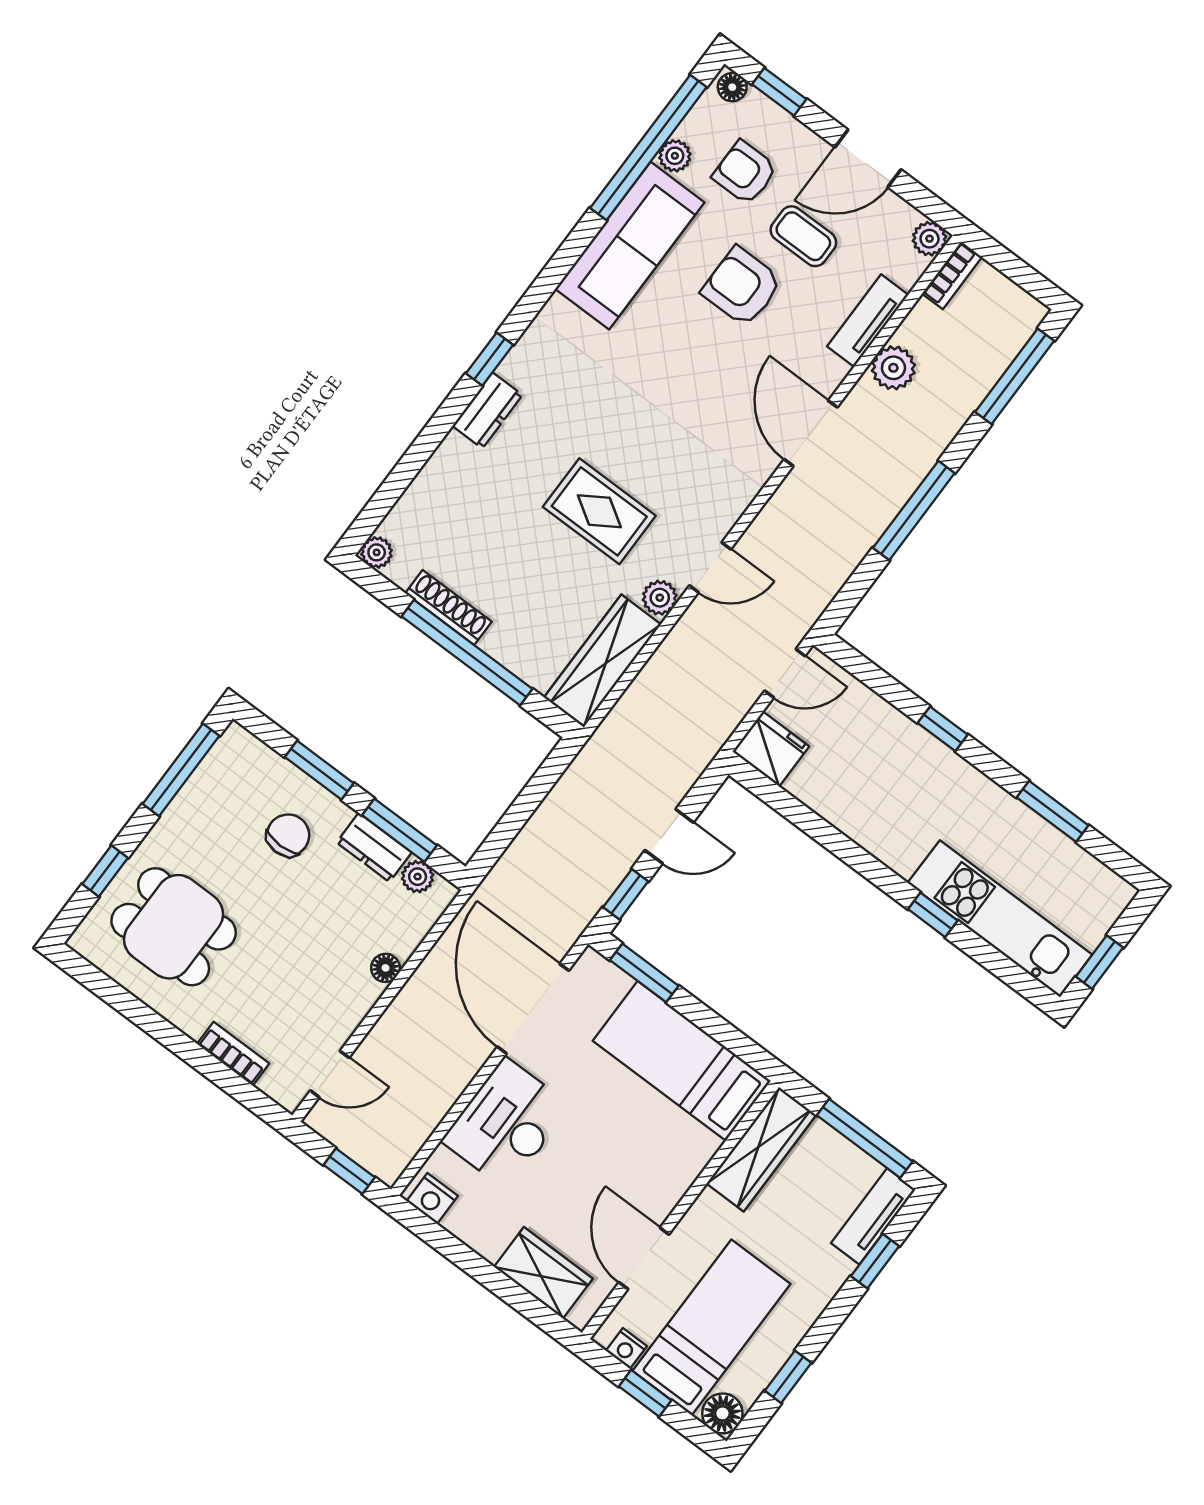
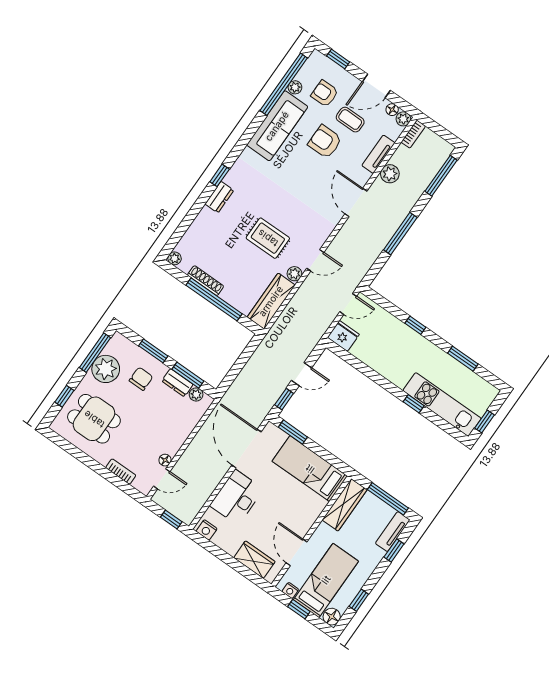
floor lamp: (732, 87) -> (392, 110), moved
plant: (205, 809) -> (106, 369), added
floor lamp: (385, 968) -> (165, 460), moved

